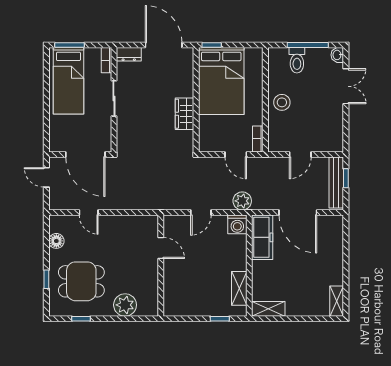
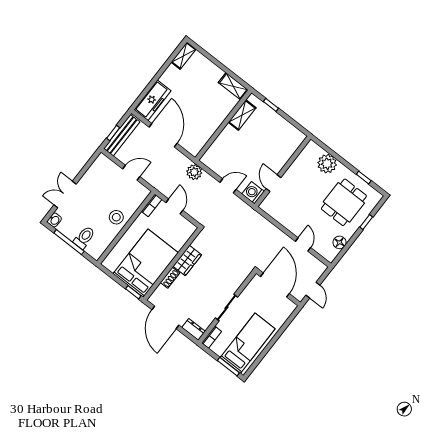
shoe rack: (188, 85) -> (170, 278), added
washing machine: (237, 224) -> (253, 193), moved, turned -90
freezer: (262, 237) -> (153, 100), moved, turned 180
dining table: (81, 281) -> (344, 202), turned 90

